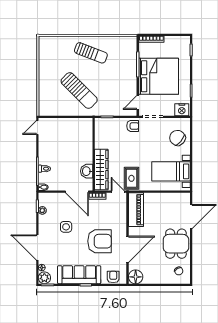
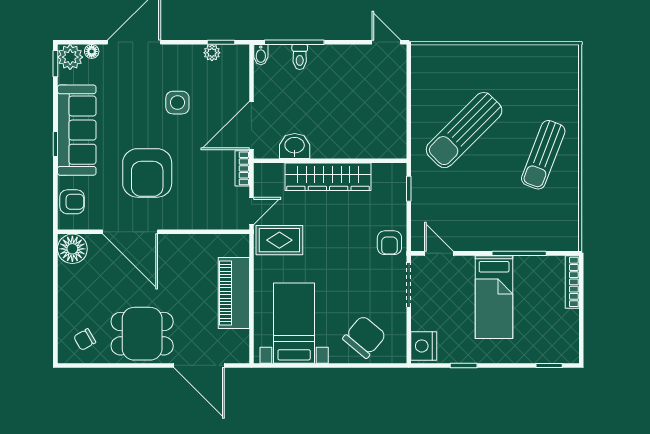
bed: (159, 76) -> (494, 297), width x0.49
wardrobe: (101, 170) -> (328, 177), moved
piano: (136, 210) -> (234, 293), moved, turned 90

